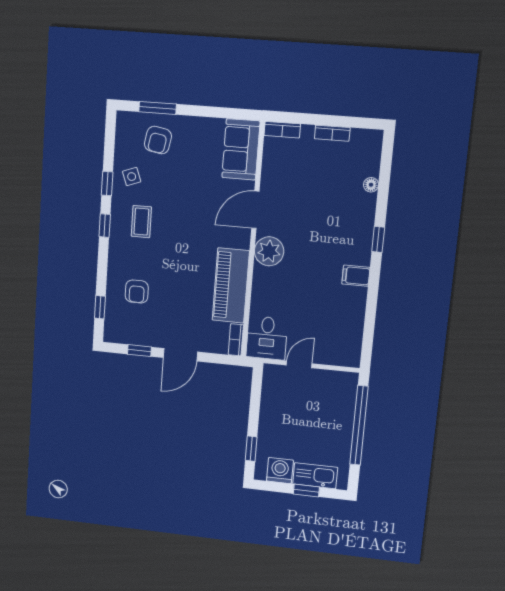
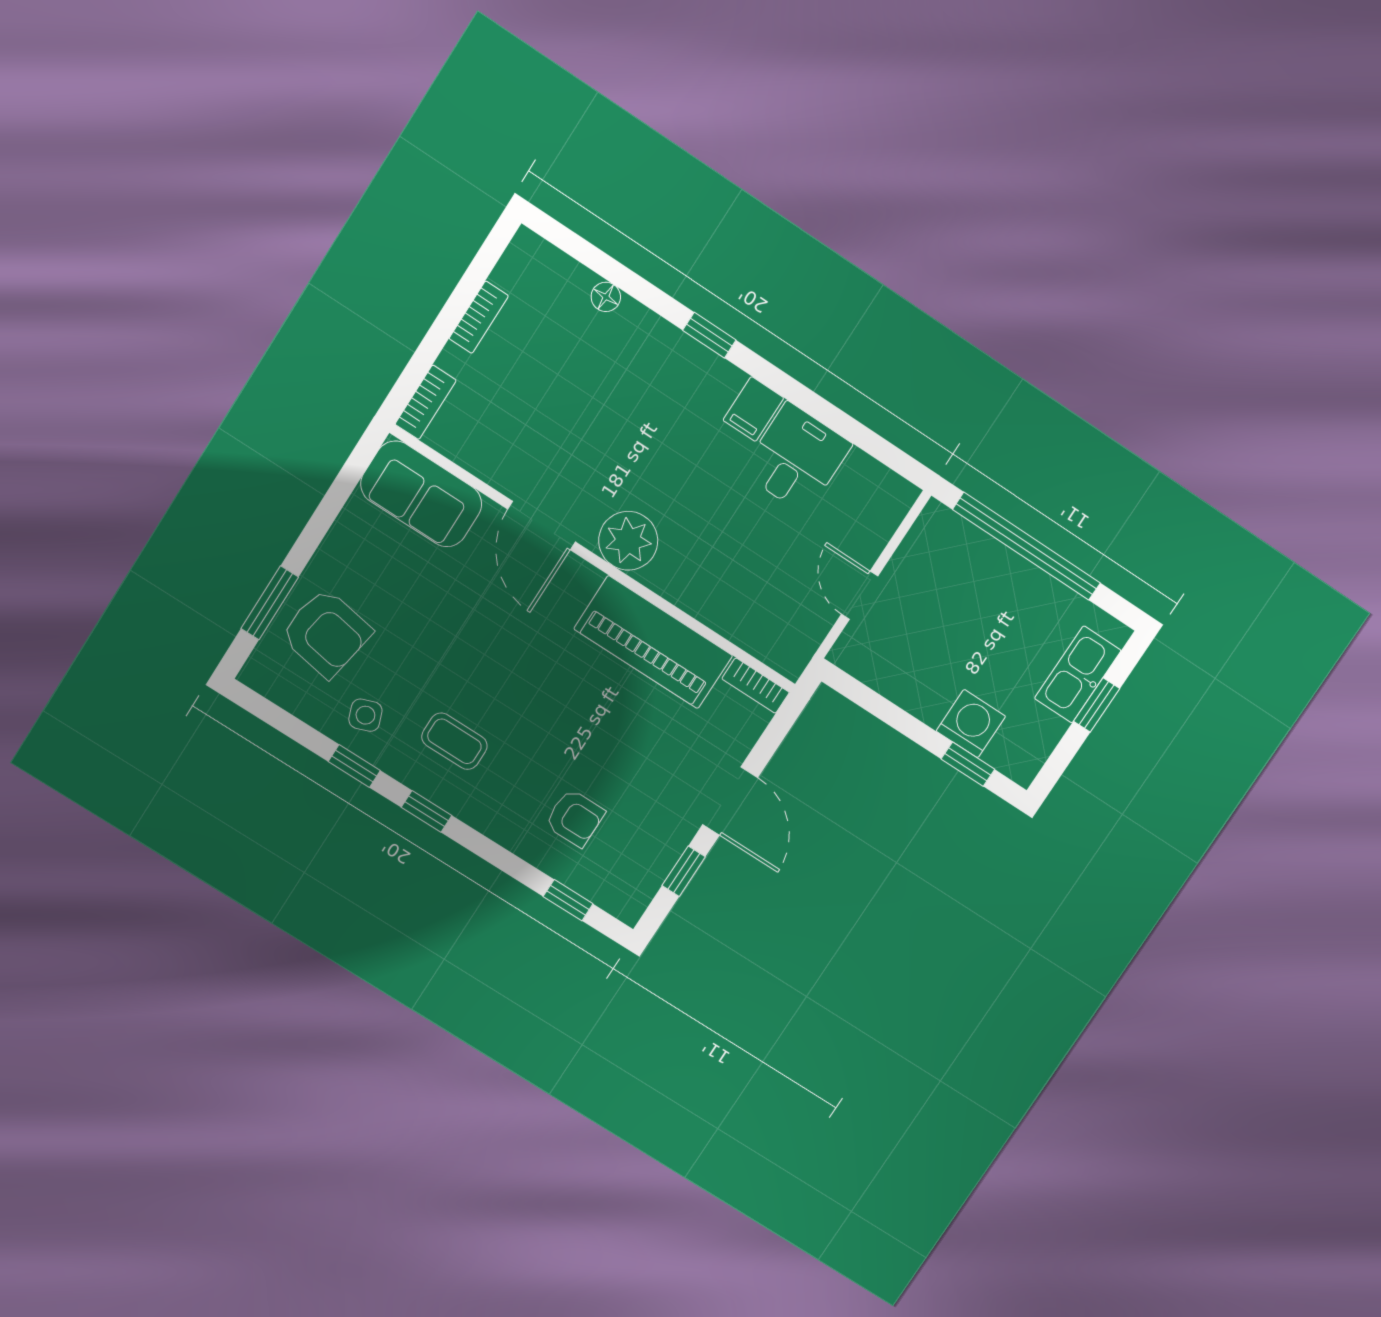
armchair: (158, 140) -> (326, 633), width x1.38, depth x1.38
desk: (267, 338) -> (796, 458), moved, turned -90
washing machine: (280, 471) -> (971, 724), moved, turned 90

